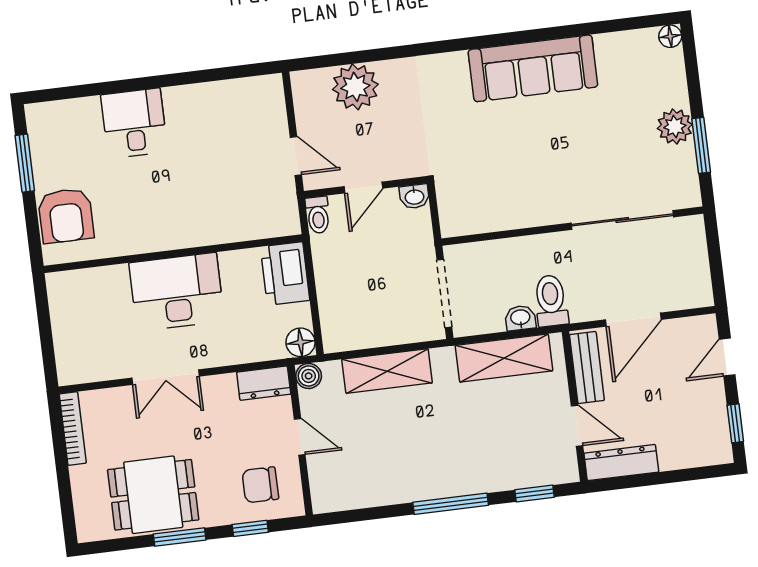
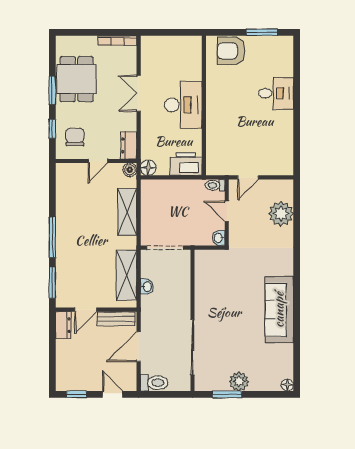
toilet: (551, 301) -> (154, 383), moved
door: (633, 320) -> (139, 347), hinge flipped
dresser: (621, 463) -> (63, 325), width x0.70
window: (534, 493) -> (52, 283), width x1.50

